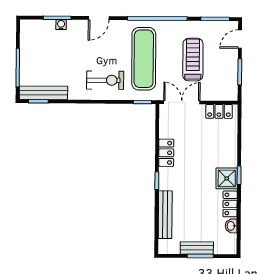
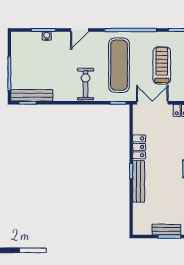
exercise bike: (105, 80) -> (86, 84), turned -90
bench: (165, 215) -> (139, 181), moved

